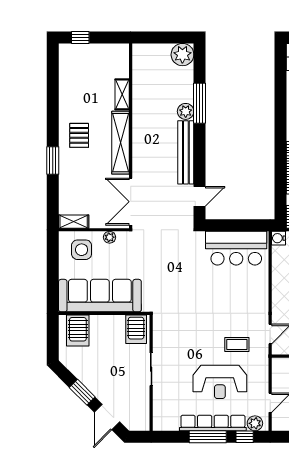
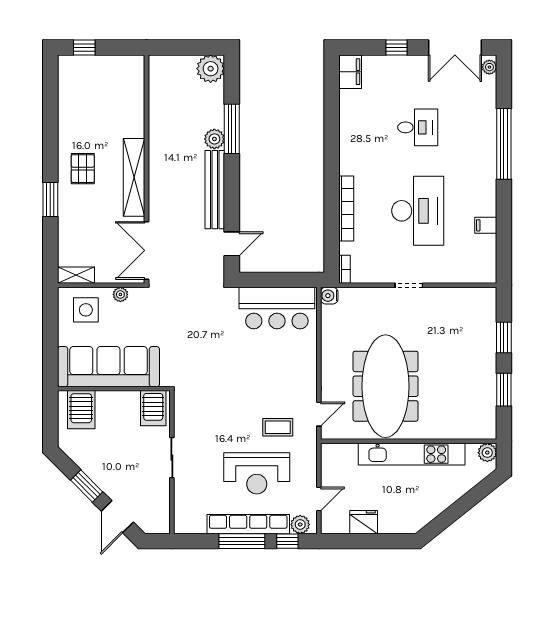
shelving: (122, 94) -> (136, 118), removed

